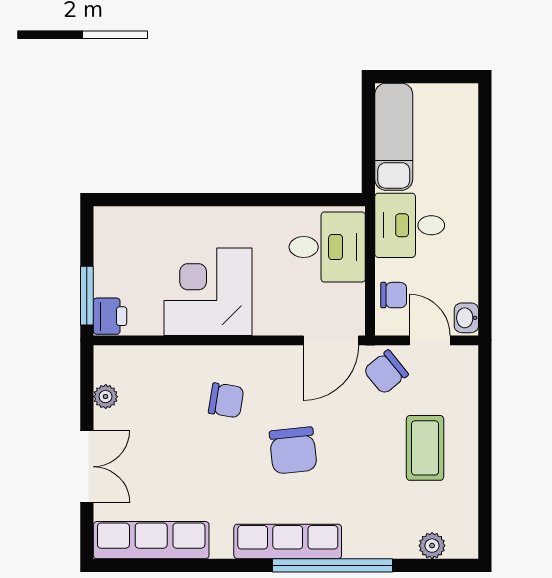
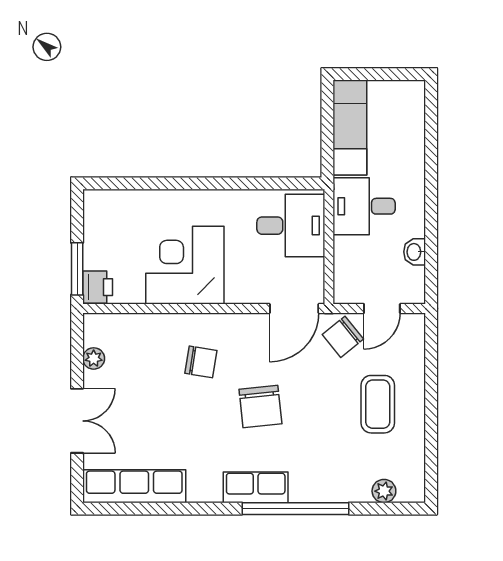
chair: (394, 295) -> (350, 268), removed
washbasin: (466, 318) -> (415, 252), moved
door: (430, 340) -> (382, 309), swing flipped
row of seats: (288, 541) -> (256, 487), width x0.68

